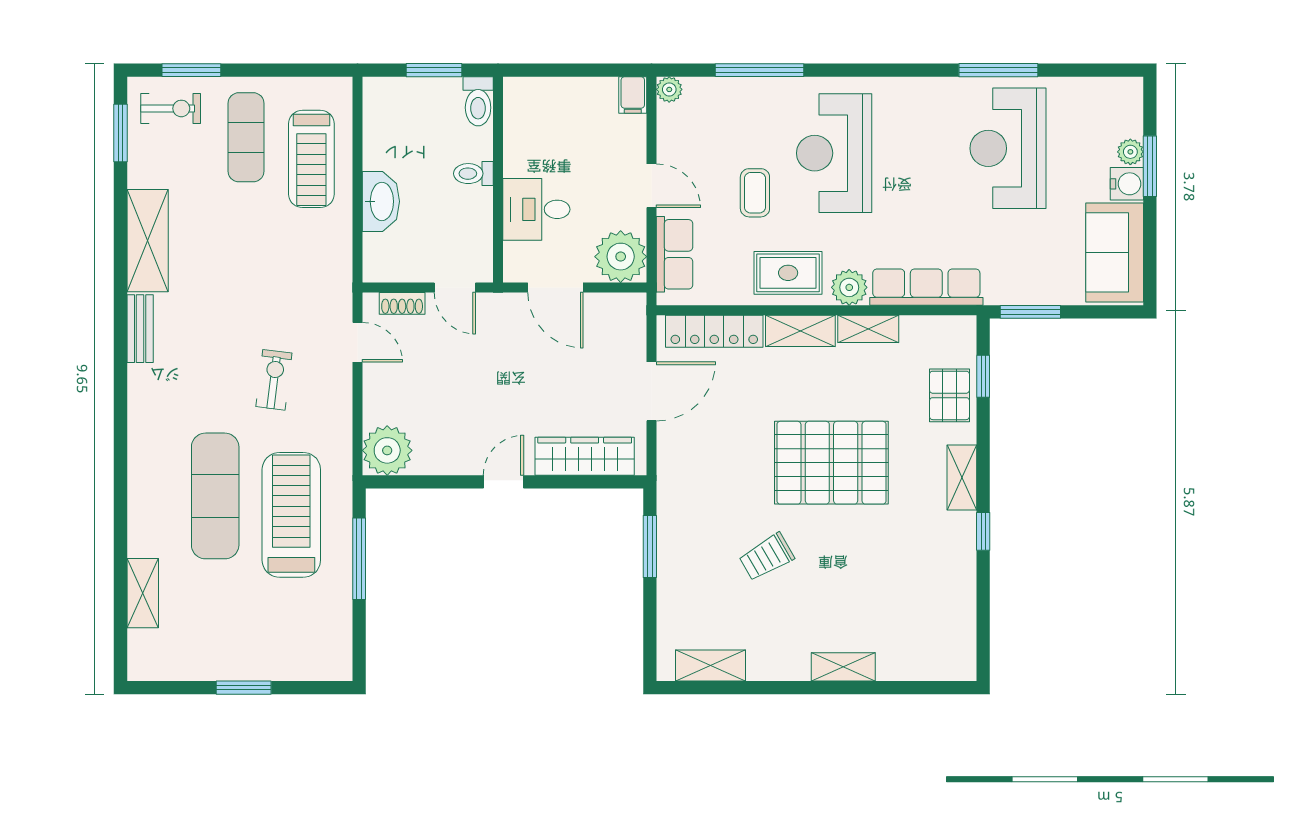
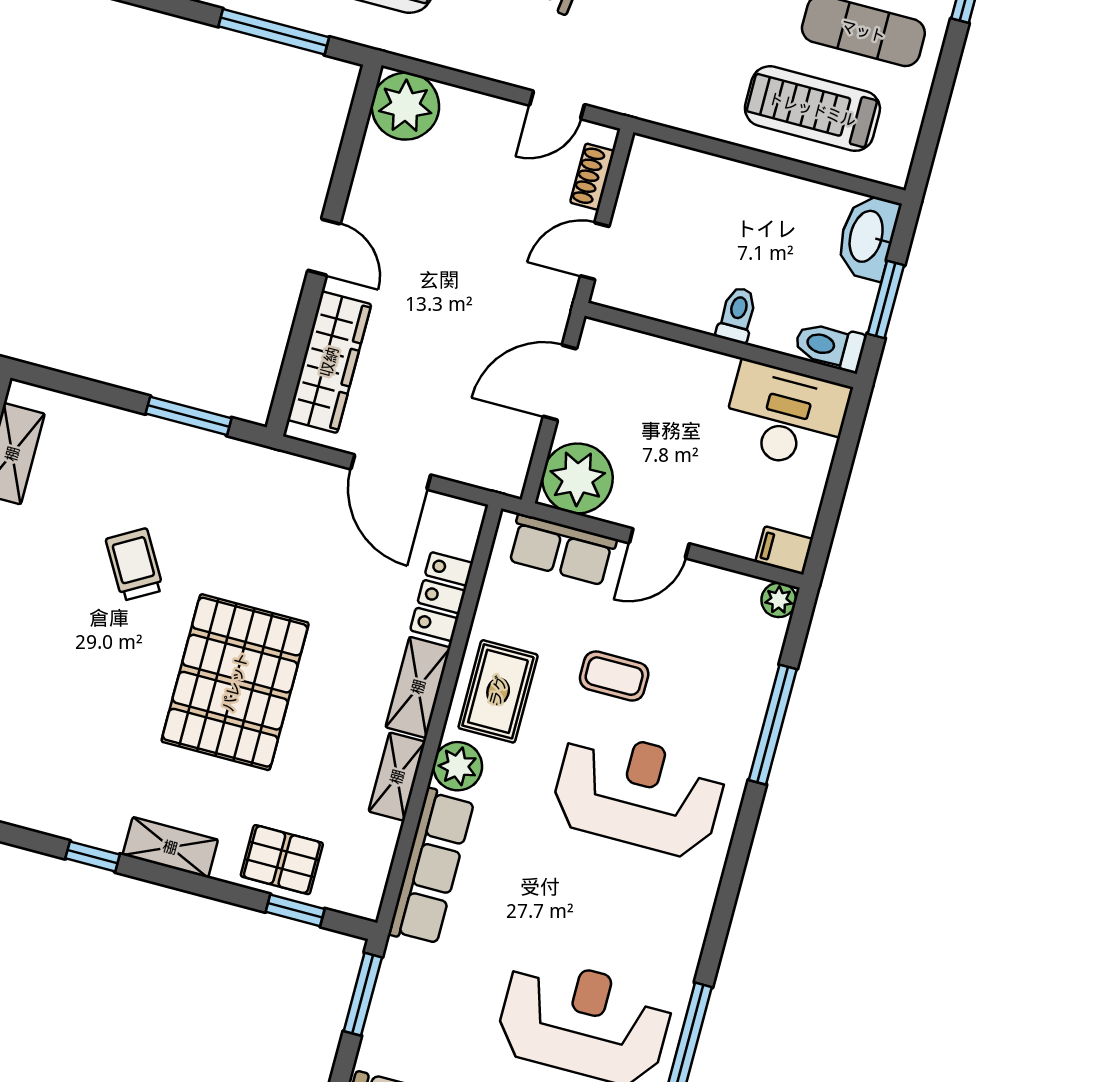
washbasin: (381, 201) -> (868, 237), moved, turned 90
desk: (536, 209) -> (786, 416), moved, width x1.37
locker: (714, 331) -> (441, 597), width x0.66

